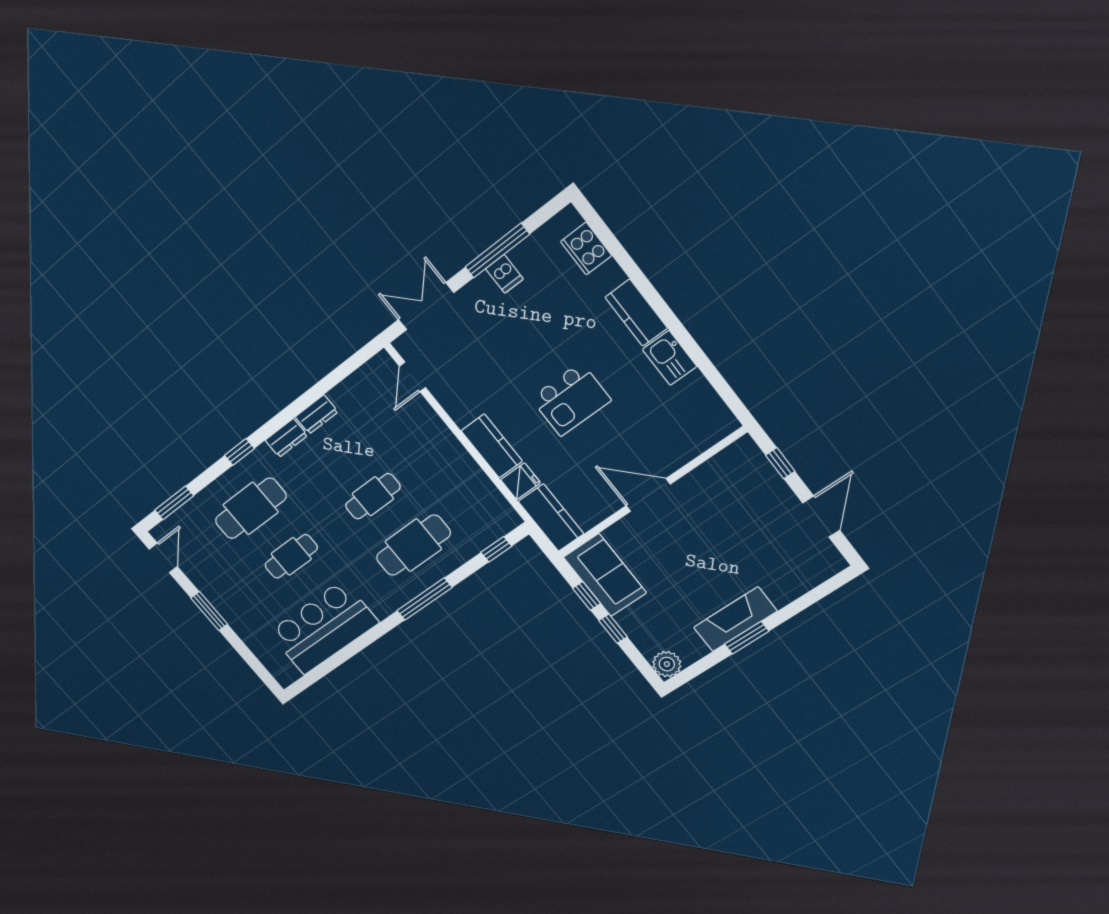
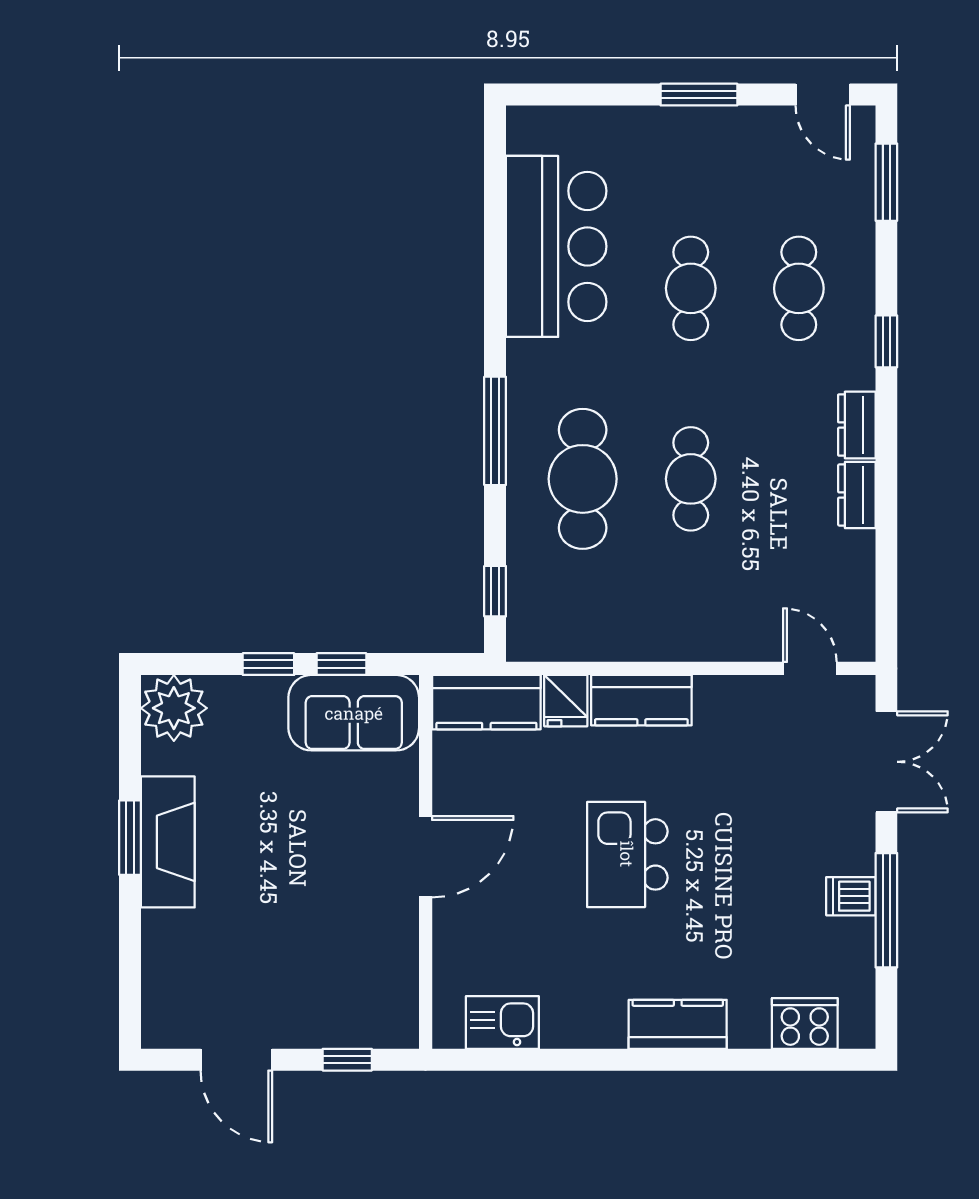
kitchen sink: (670, 358) -> (502, 1022), moved
cafe table: (251, 508) -> (799, 288), width x0.73, depth x0.74
plant: (667, 664) -> (174, 708), width x1.36, depth x1.36

